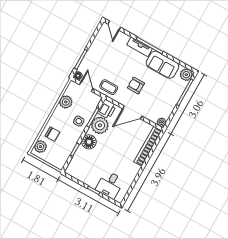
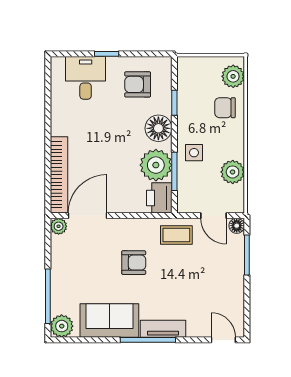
door: (132, 112) -> (88, 216), moved
armchair: (87, 168) -> (138, 84), added

